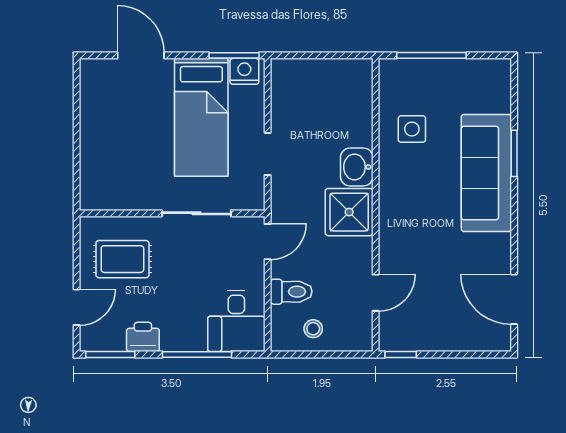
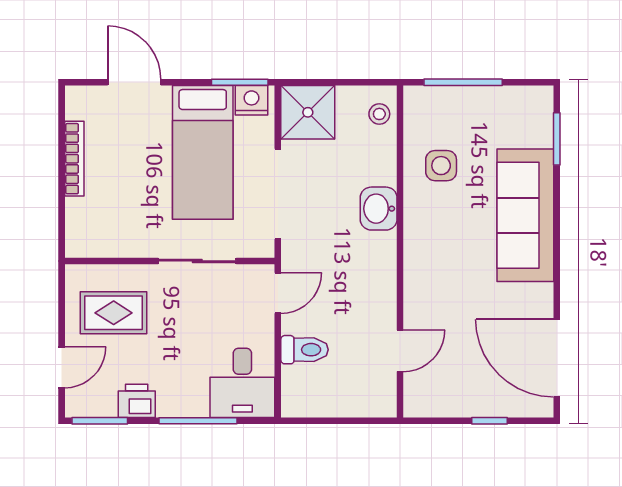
bookcase: (88, 123) -> (74, 159), added
window: (514, 153) -> (557, 139), moved
doorway: (268, 154) -> (278, 194), width x1.88
shower: (349, 212) -> (308, 112), moved
door: (514, 299) -> (557, 358), width x1.36
stool: (313, 329) -> (379, 114), moved
window: (401, 355) -> (489, 421), moved

